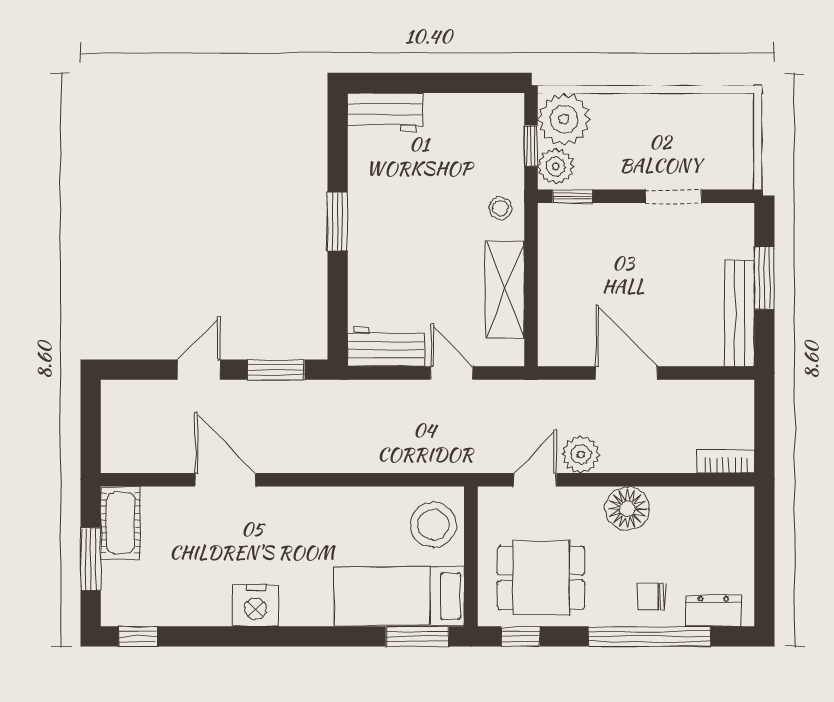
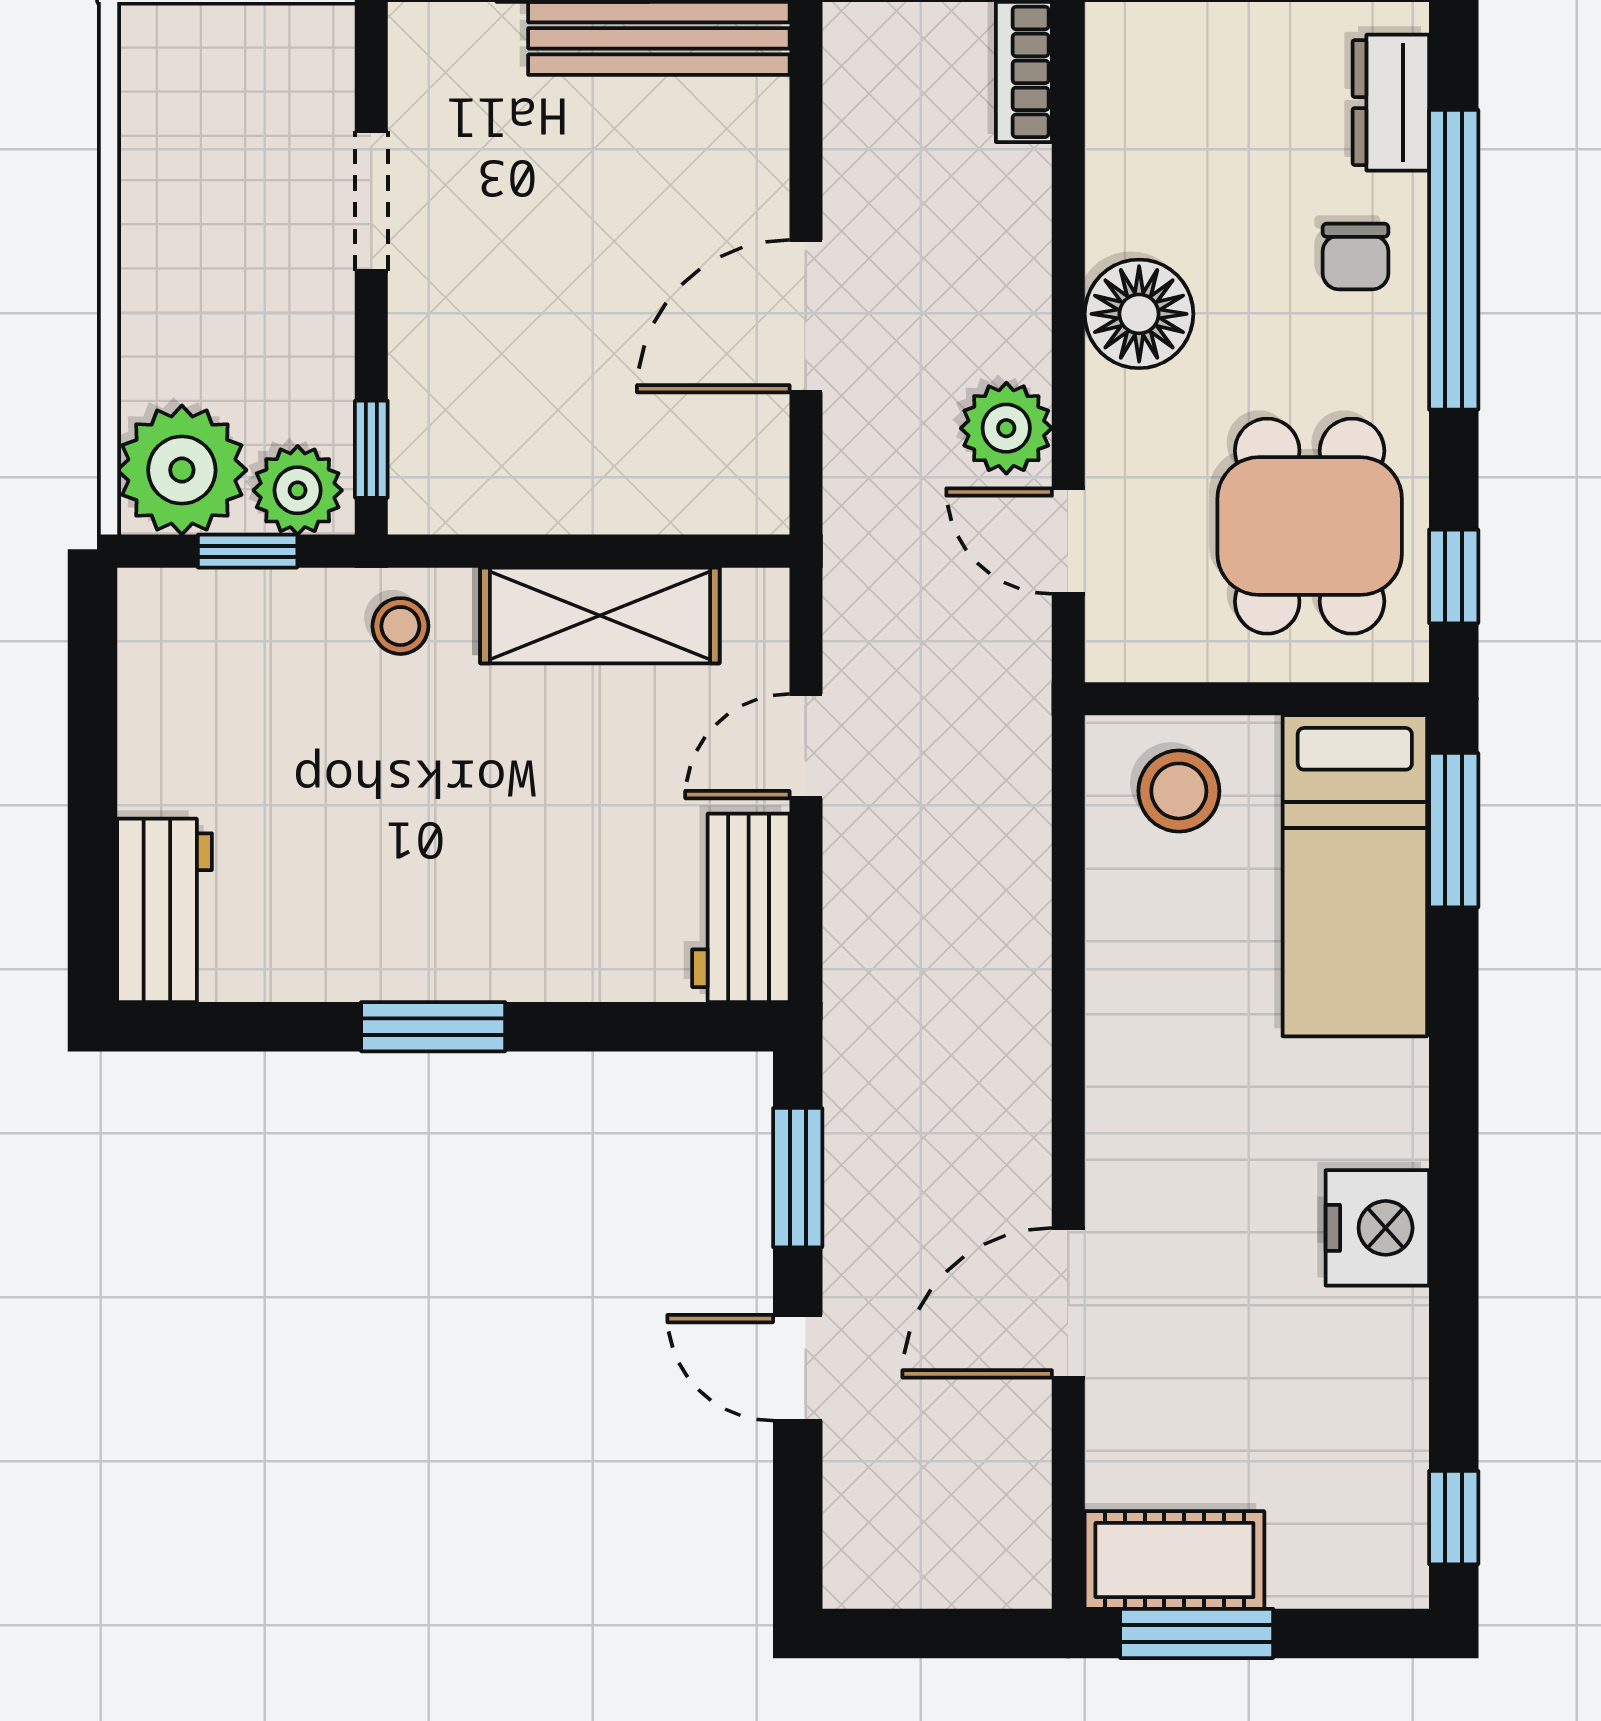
stool: (433, 525) -> (1179, 791), width x0.73, depth x0.73
window: (91, 559) -> (1197, 1633), moved

